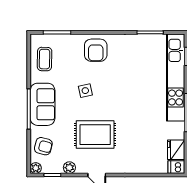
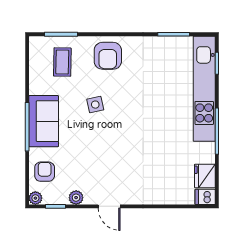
coffee table: (45, 59) -> (62, 62), moved
rug: (95, 135) -> (107, 158), removed
armchair: (43, 146) -> (45, 172), turned -105

